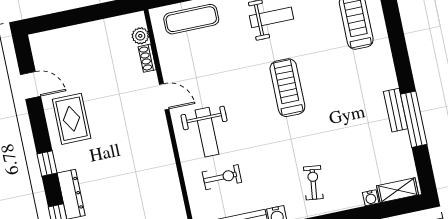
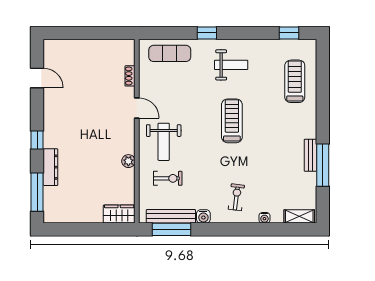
plant: (140, 36) -> (128, 161), moved
rug: (72, 119) -> (63, 110), removed
water cooler: (371, 198) -> (264, 218), moved

